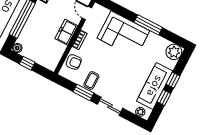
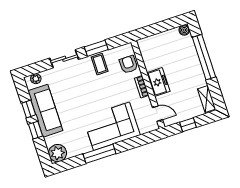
armchair: (74, 62) -> (128, 64), turned 96
window: (27, 63) -> (164, 26), removed

